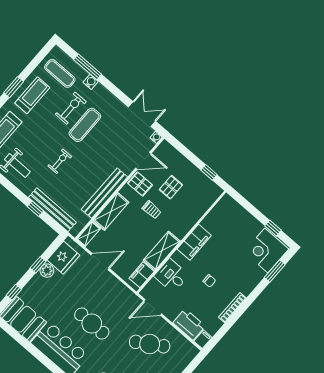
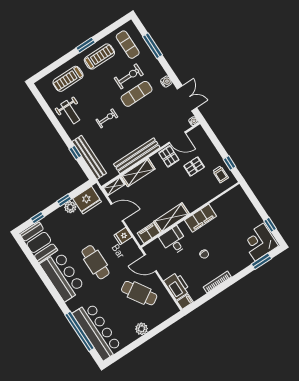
water cooler: (91, 82) -> (166, 82), moved
trolley: (152, 210) -> (221, 174), moved
fridge: (114, 286) -> (123, 236), added

